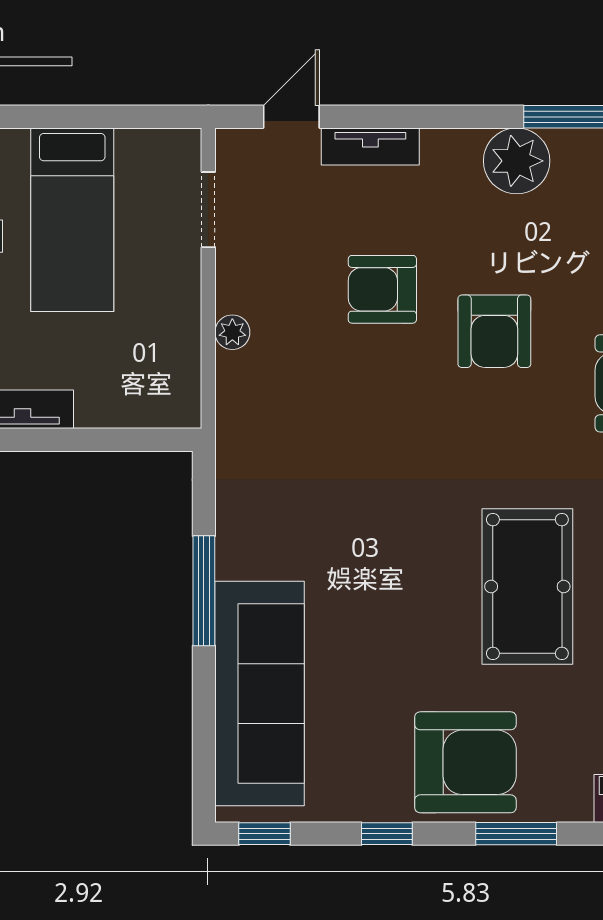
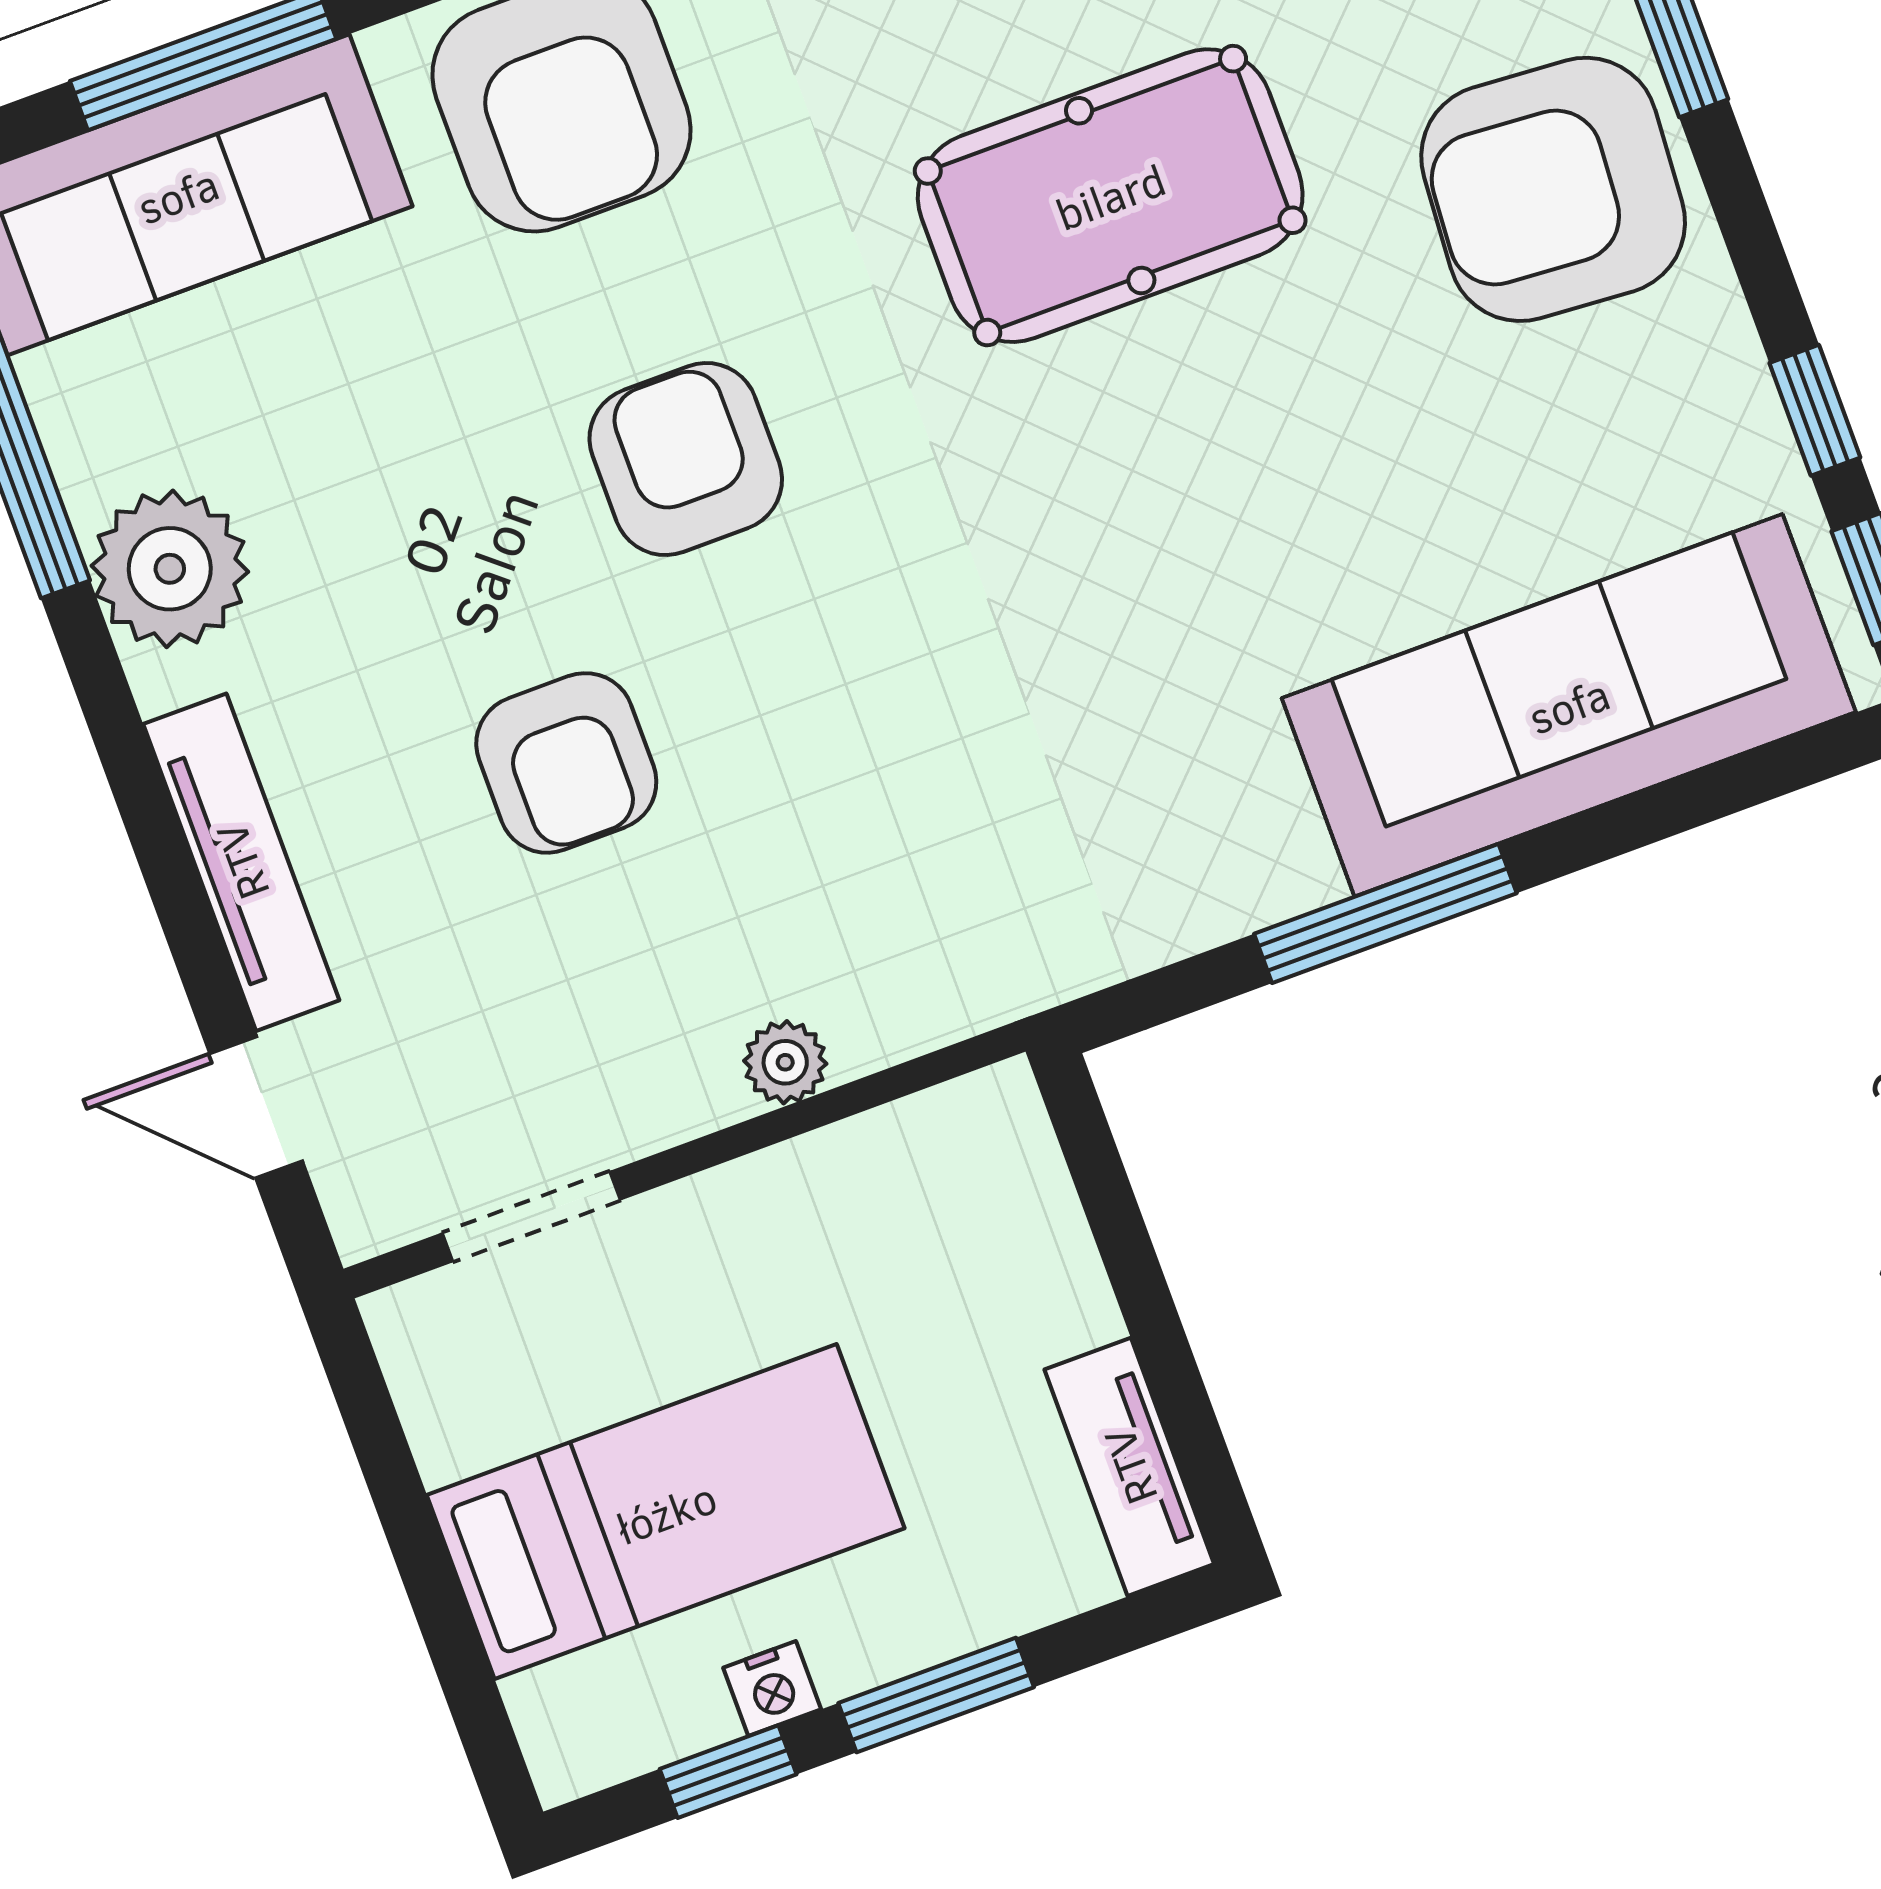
tv unit: (370, 146) -> (241, 862), width x1.41
armchair: (494, 331) -> (686, 459), moved, turned -90
armchair: (465, 762) -> (1553, 189), turned -86
window: (387, 834) -> (1815, 410), moved

